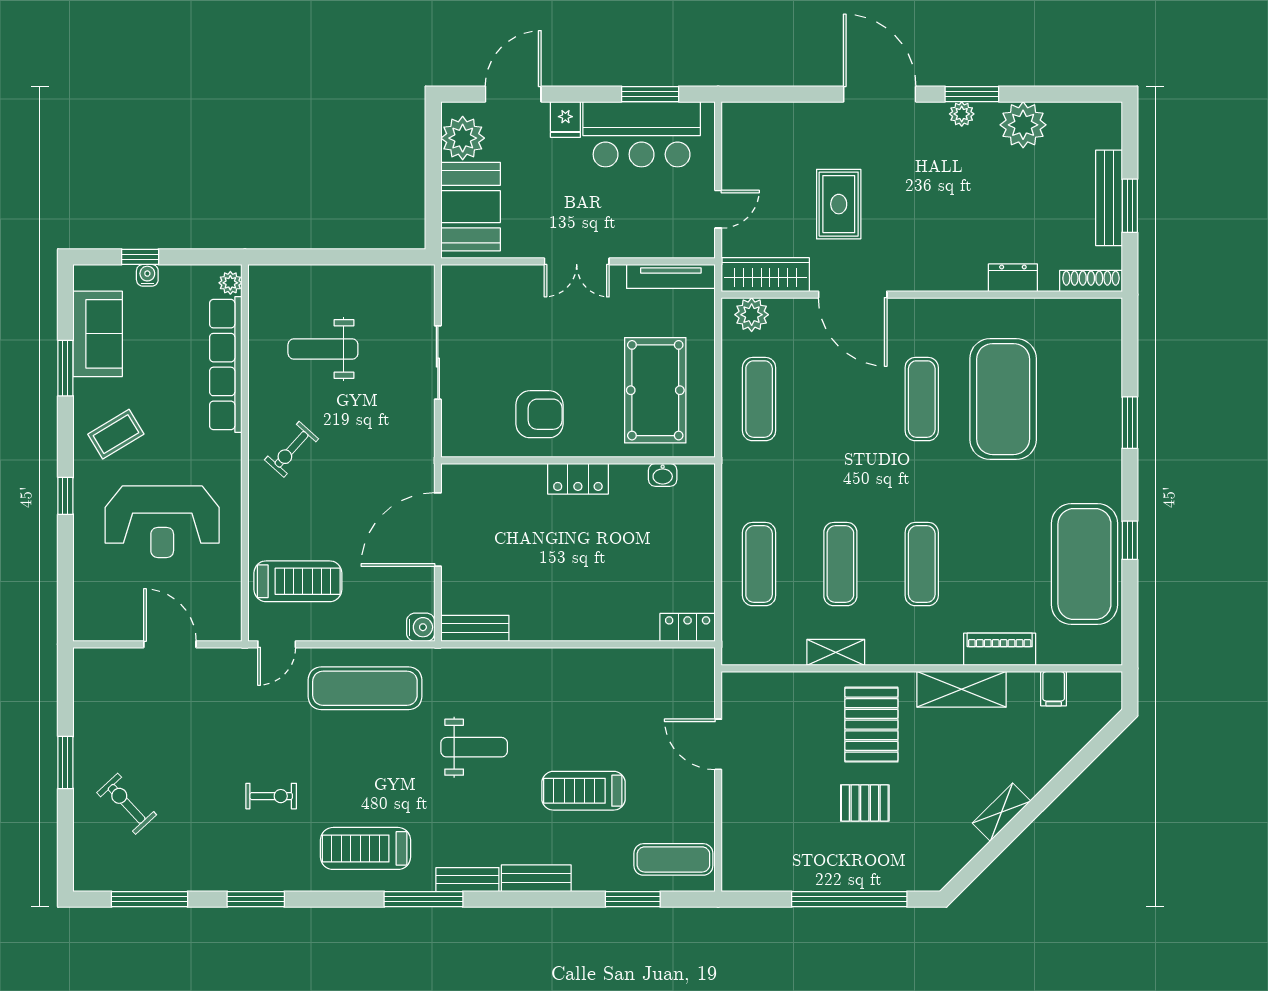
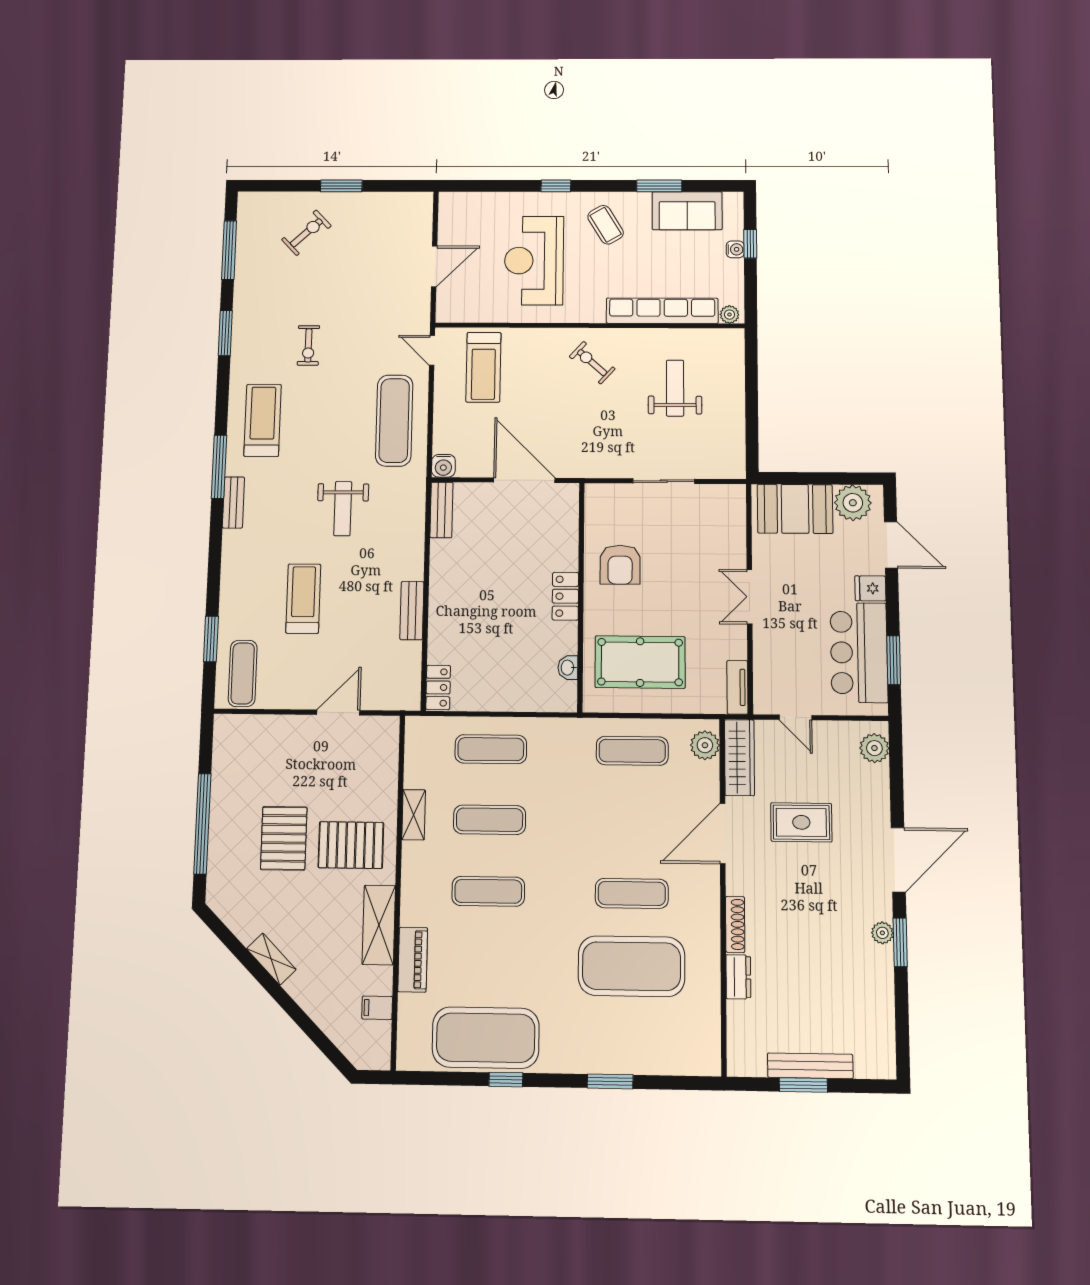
plant: (1023, 125) -> (874, 748), moved, width x0.73, depth x0.73
tv unit: (671, 276) -> (737, 687), width x0.71
shoe rack: (1091, 281) -> (735, 924), moved
pallet: (865, 803) -> (284, 838), width x1.50, depth x1.42
bench: (536, 878) -> (412, 611), moved

